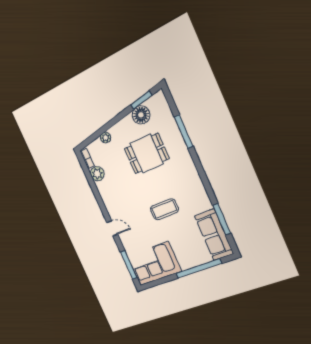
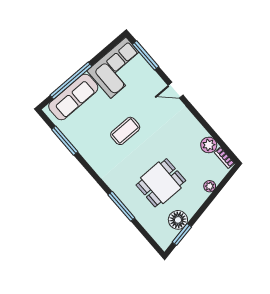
window: (184, 132) -> (121, 206), moved
sofa: (214, 235) -> (73, 97), moved, turned 90

